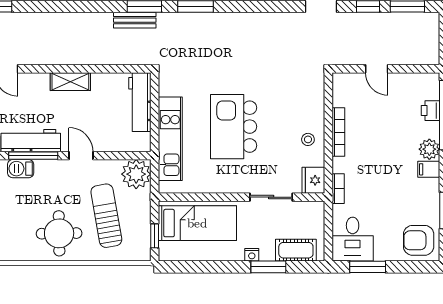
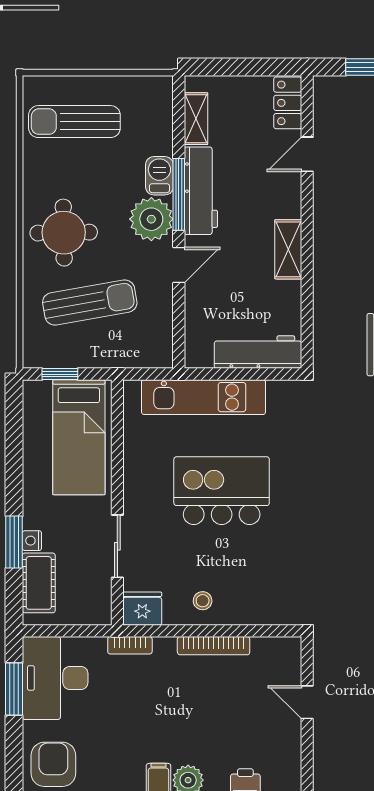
door: (377, 69) -> (307, 702), hinge flipped
plant: (136, 174) -> (151, 219), moved
desk: (353, 239) -> (55, 678), width x1.37
nightstand: (252, 255) -> (32, 541), moved

